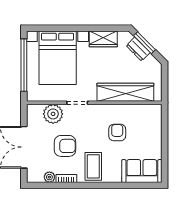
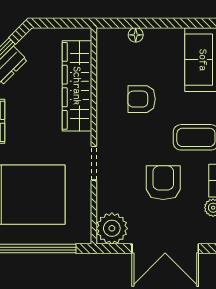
plant: (53, 114) -> (112, 228), moved
floor lamp: (157, 129) -> (136, 35), added

